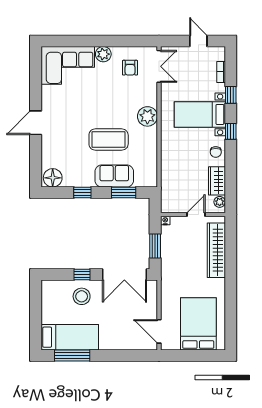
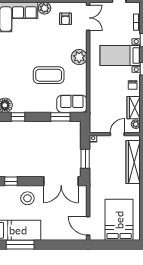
sofa: (114, 176) -> (72, 104), moved
window: (82, 193) -> (18, 117), moved
window: (82, 275) -> (11, 181), moved

